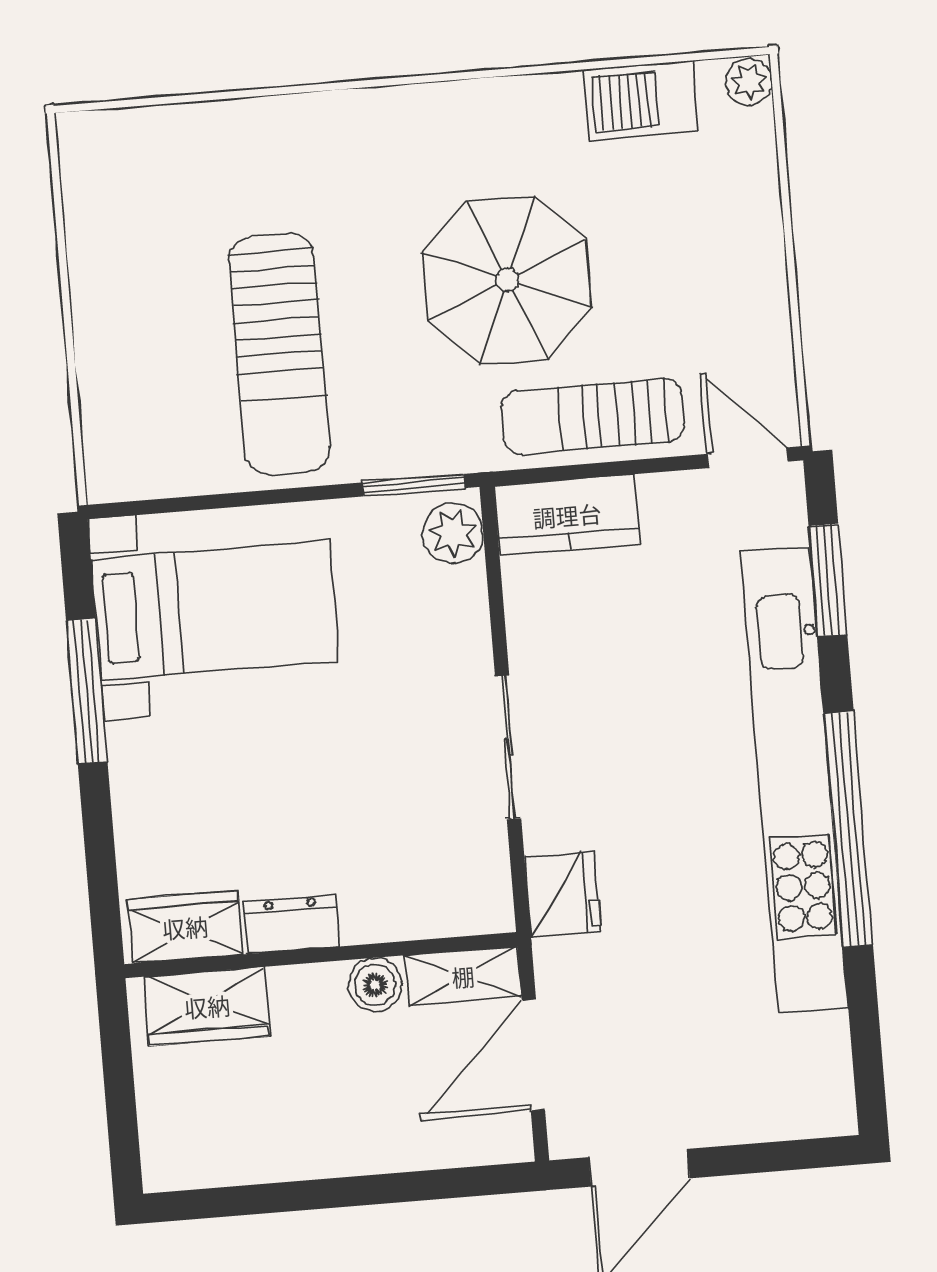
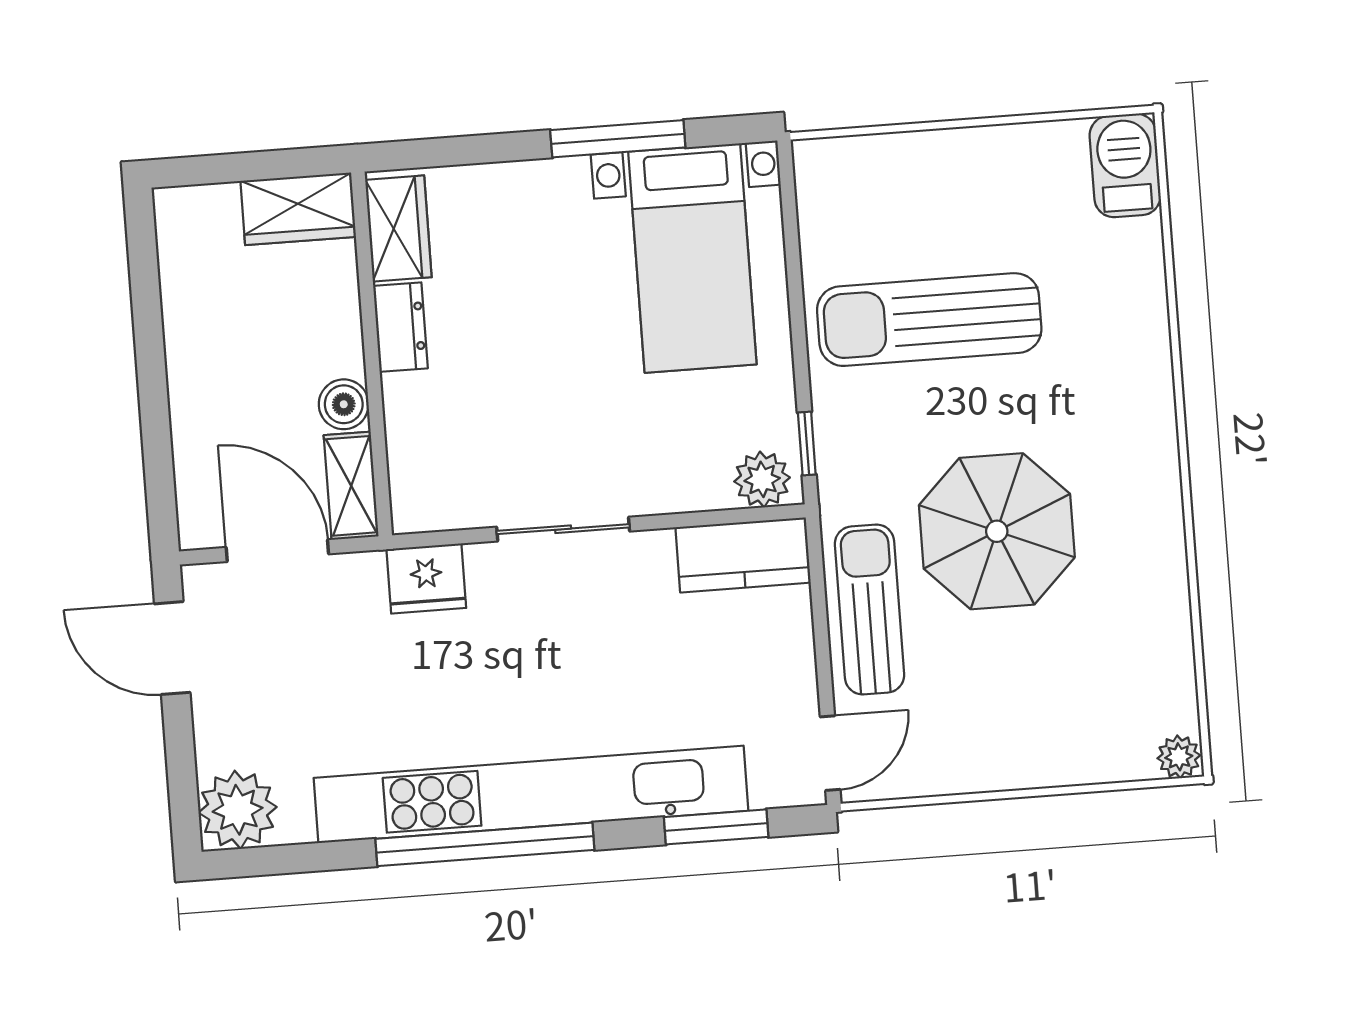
barbecue: (641, 101) -> (1125, 165), moved
window: (414, 485) -> (807, 443), width x0.67
kitchen counter: (567, 515) -> (743, 555), moved, turned -90
wardrobe: (207, 1006) -> (298, 209), moved, turned -90
plant: (813, 1096) -> (238, 810), added

